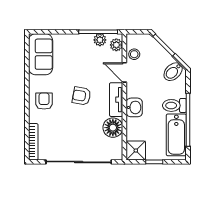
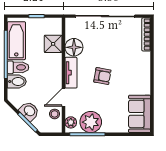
plant: (100, 40) -> (91, 122), width x1.88, depth x1.88
door: (124, 72) -> (63, 97), swing flipped
bidet: (173, 72) -> (17, 82), moved, turned 45
armchair: (44, 101) -> (136, 71), removed
washbasin: (134, 107) -> (29, 111), moved, turned 135
shower: (136, 151) -> (53, 44), moved

